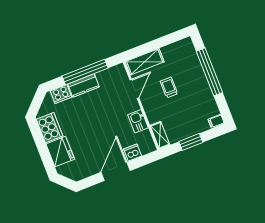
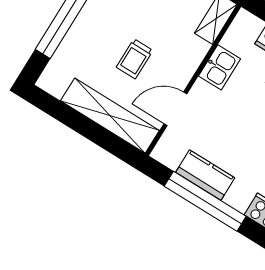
shelving: (145, 62) -> (110, 116), width x1.47
kitchen counter: (84, 85) -> (205, 175), moved

